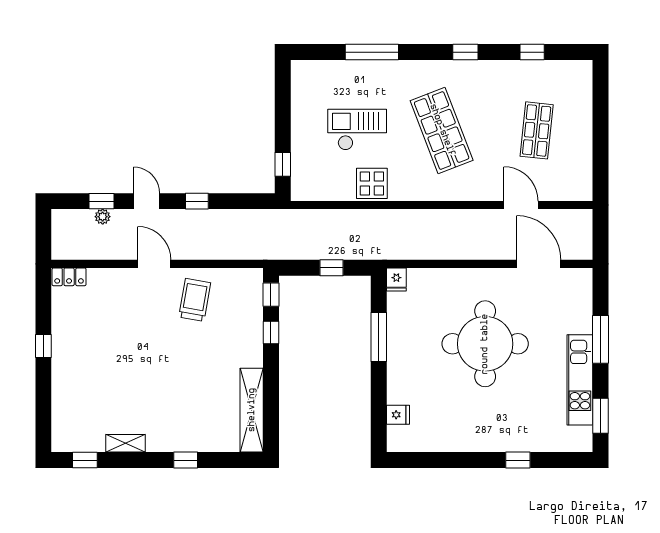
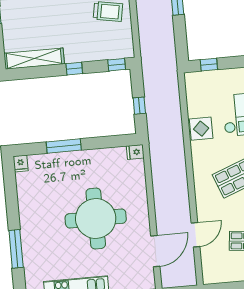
window: (271, 333) -> (74, 69), moved
window: (379, 337) -> (64, 146), moved
fridge: (398, 415) -> (21, 164), moved
window: (518, 460) -> (16, 249), width x2.17

